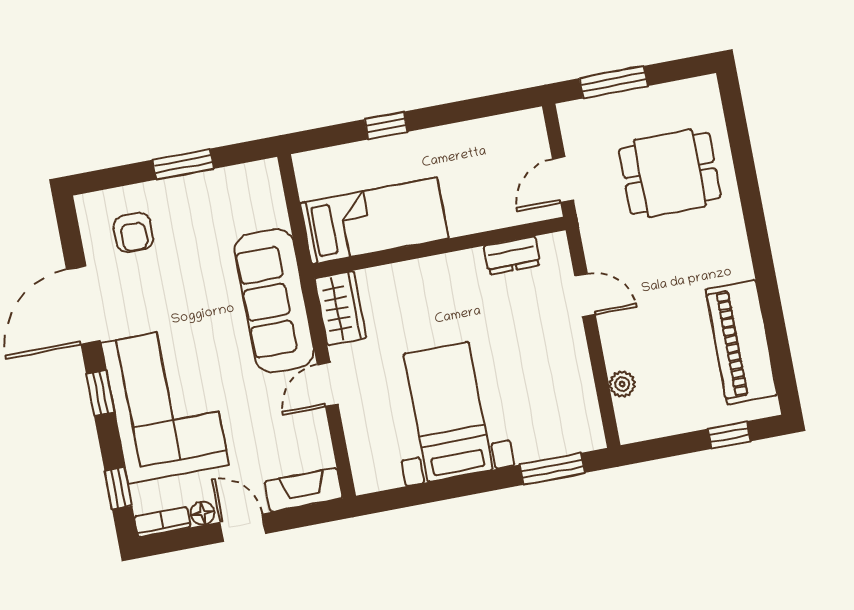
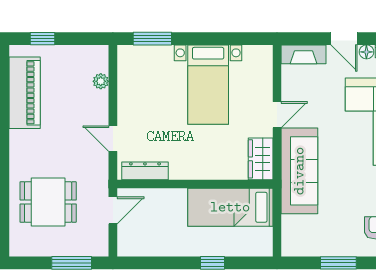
dresser: (512, 255) -> (145, 171), width x1.44

